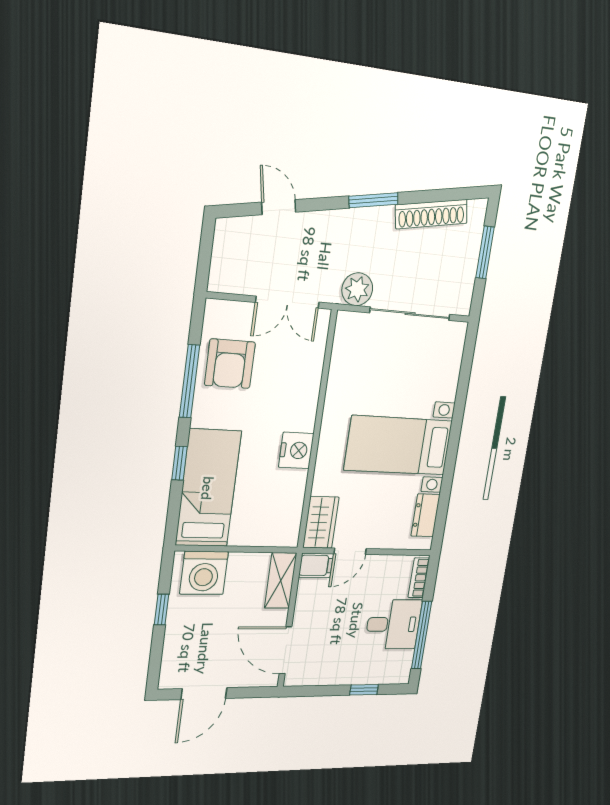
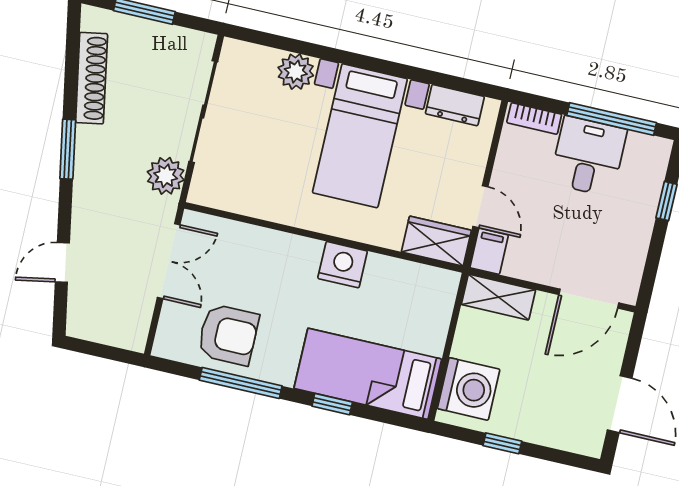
plant: (444, 385) -> (296, 72), added

